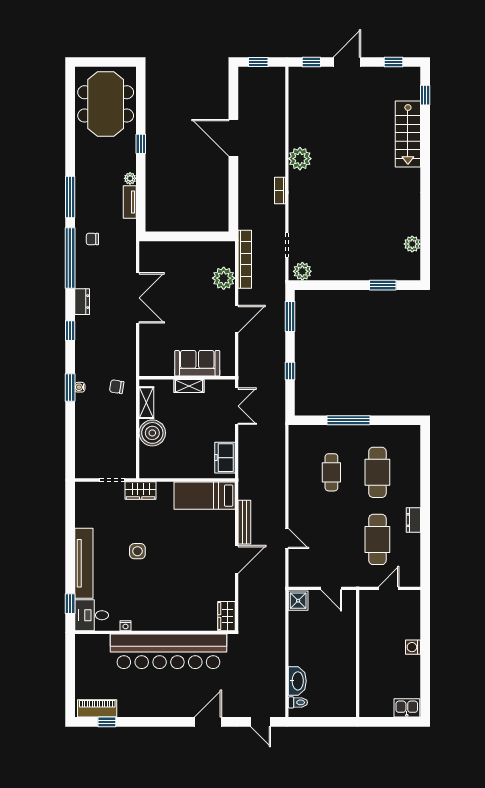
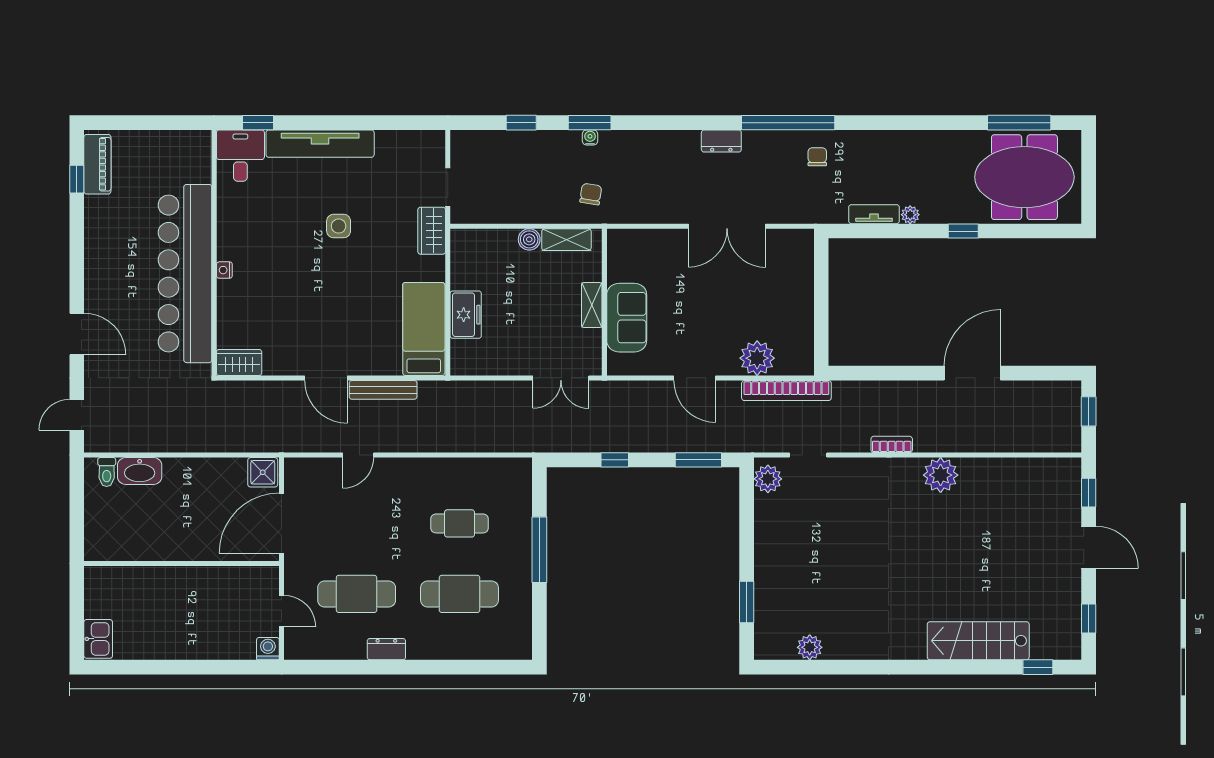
window: (70, 197) -> (1019, 123), moved
window: (70, 331) -> (521, 123), moved
boiler: (152, 433) -> (529, 239), width x0.54, depth x0.54
freezer: (225, 458) -> (466, 315), moved, turned 90
door: (331, 588) -> (282, 523), width x1.87
nightstand: (126, 626) -> (224, 270), moved
washing machine: (413, 647) -> (268, 649), moved

